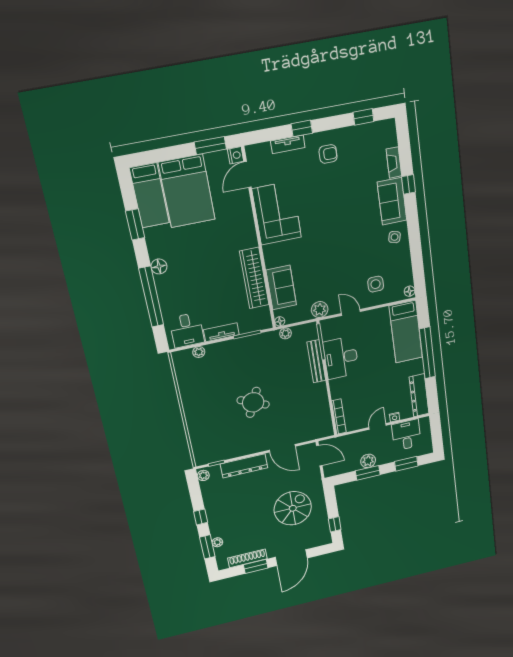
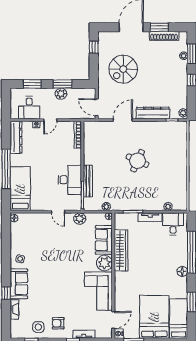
plant: (275, 255) -> (104, 263), added
side table: (376, 284) -> (38, 327), moved
door: (282, 448) -> (123, 120), hinge flipped

